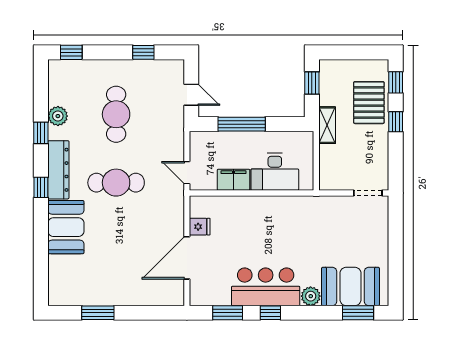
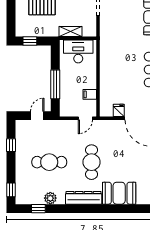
shelving: (327, 125) -> (71, 31), moved
window: (41, 133) -> (38, 209), moved
desk: (275, 172) -> (78, 51), moved, turned -90
filing cabinet: (234, 180) -> (90, 94), width x0.50
window: (41, 187) -> (94, 209), removed

